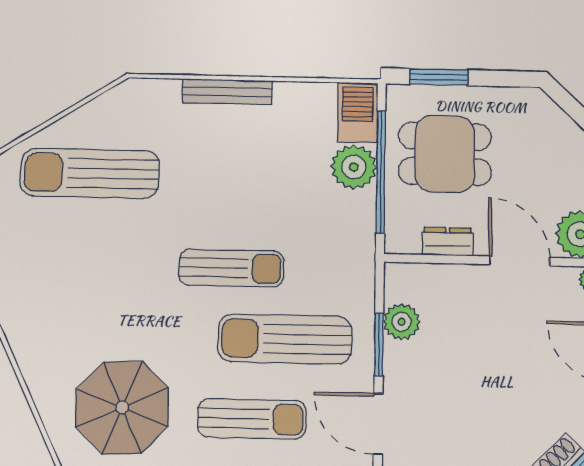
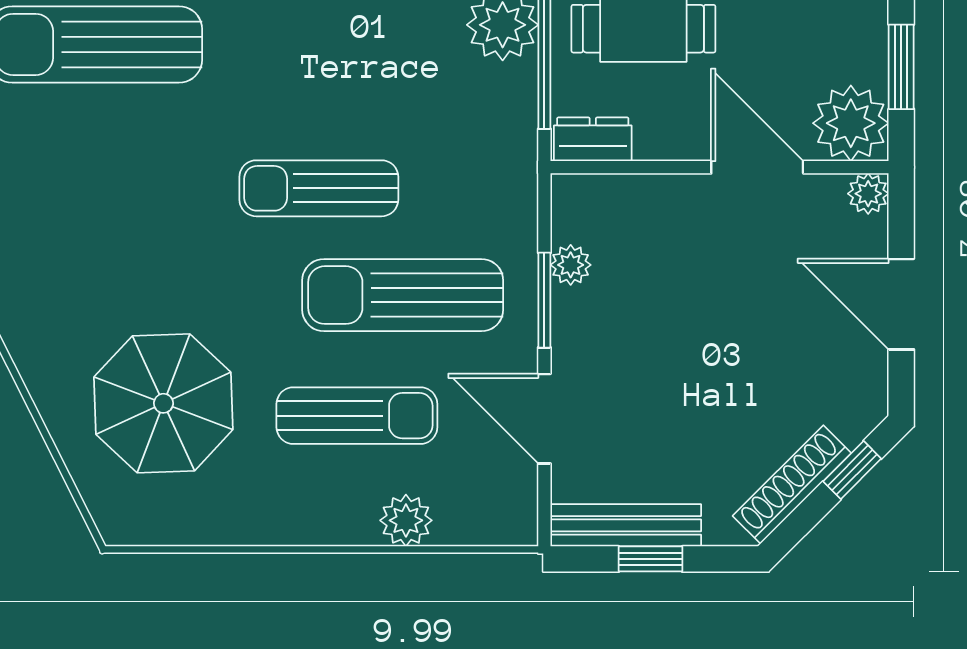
dresser: (448, 241) -> (593, 139), moved
sun lounger: (231, 268) -> (319, 188), turned 180
plant: (402, 322) -> (571, 265), width x0.73, depth x0.73

